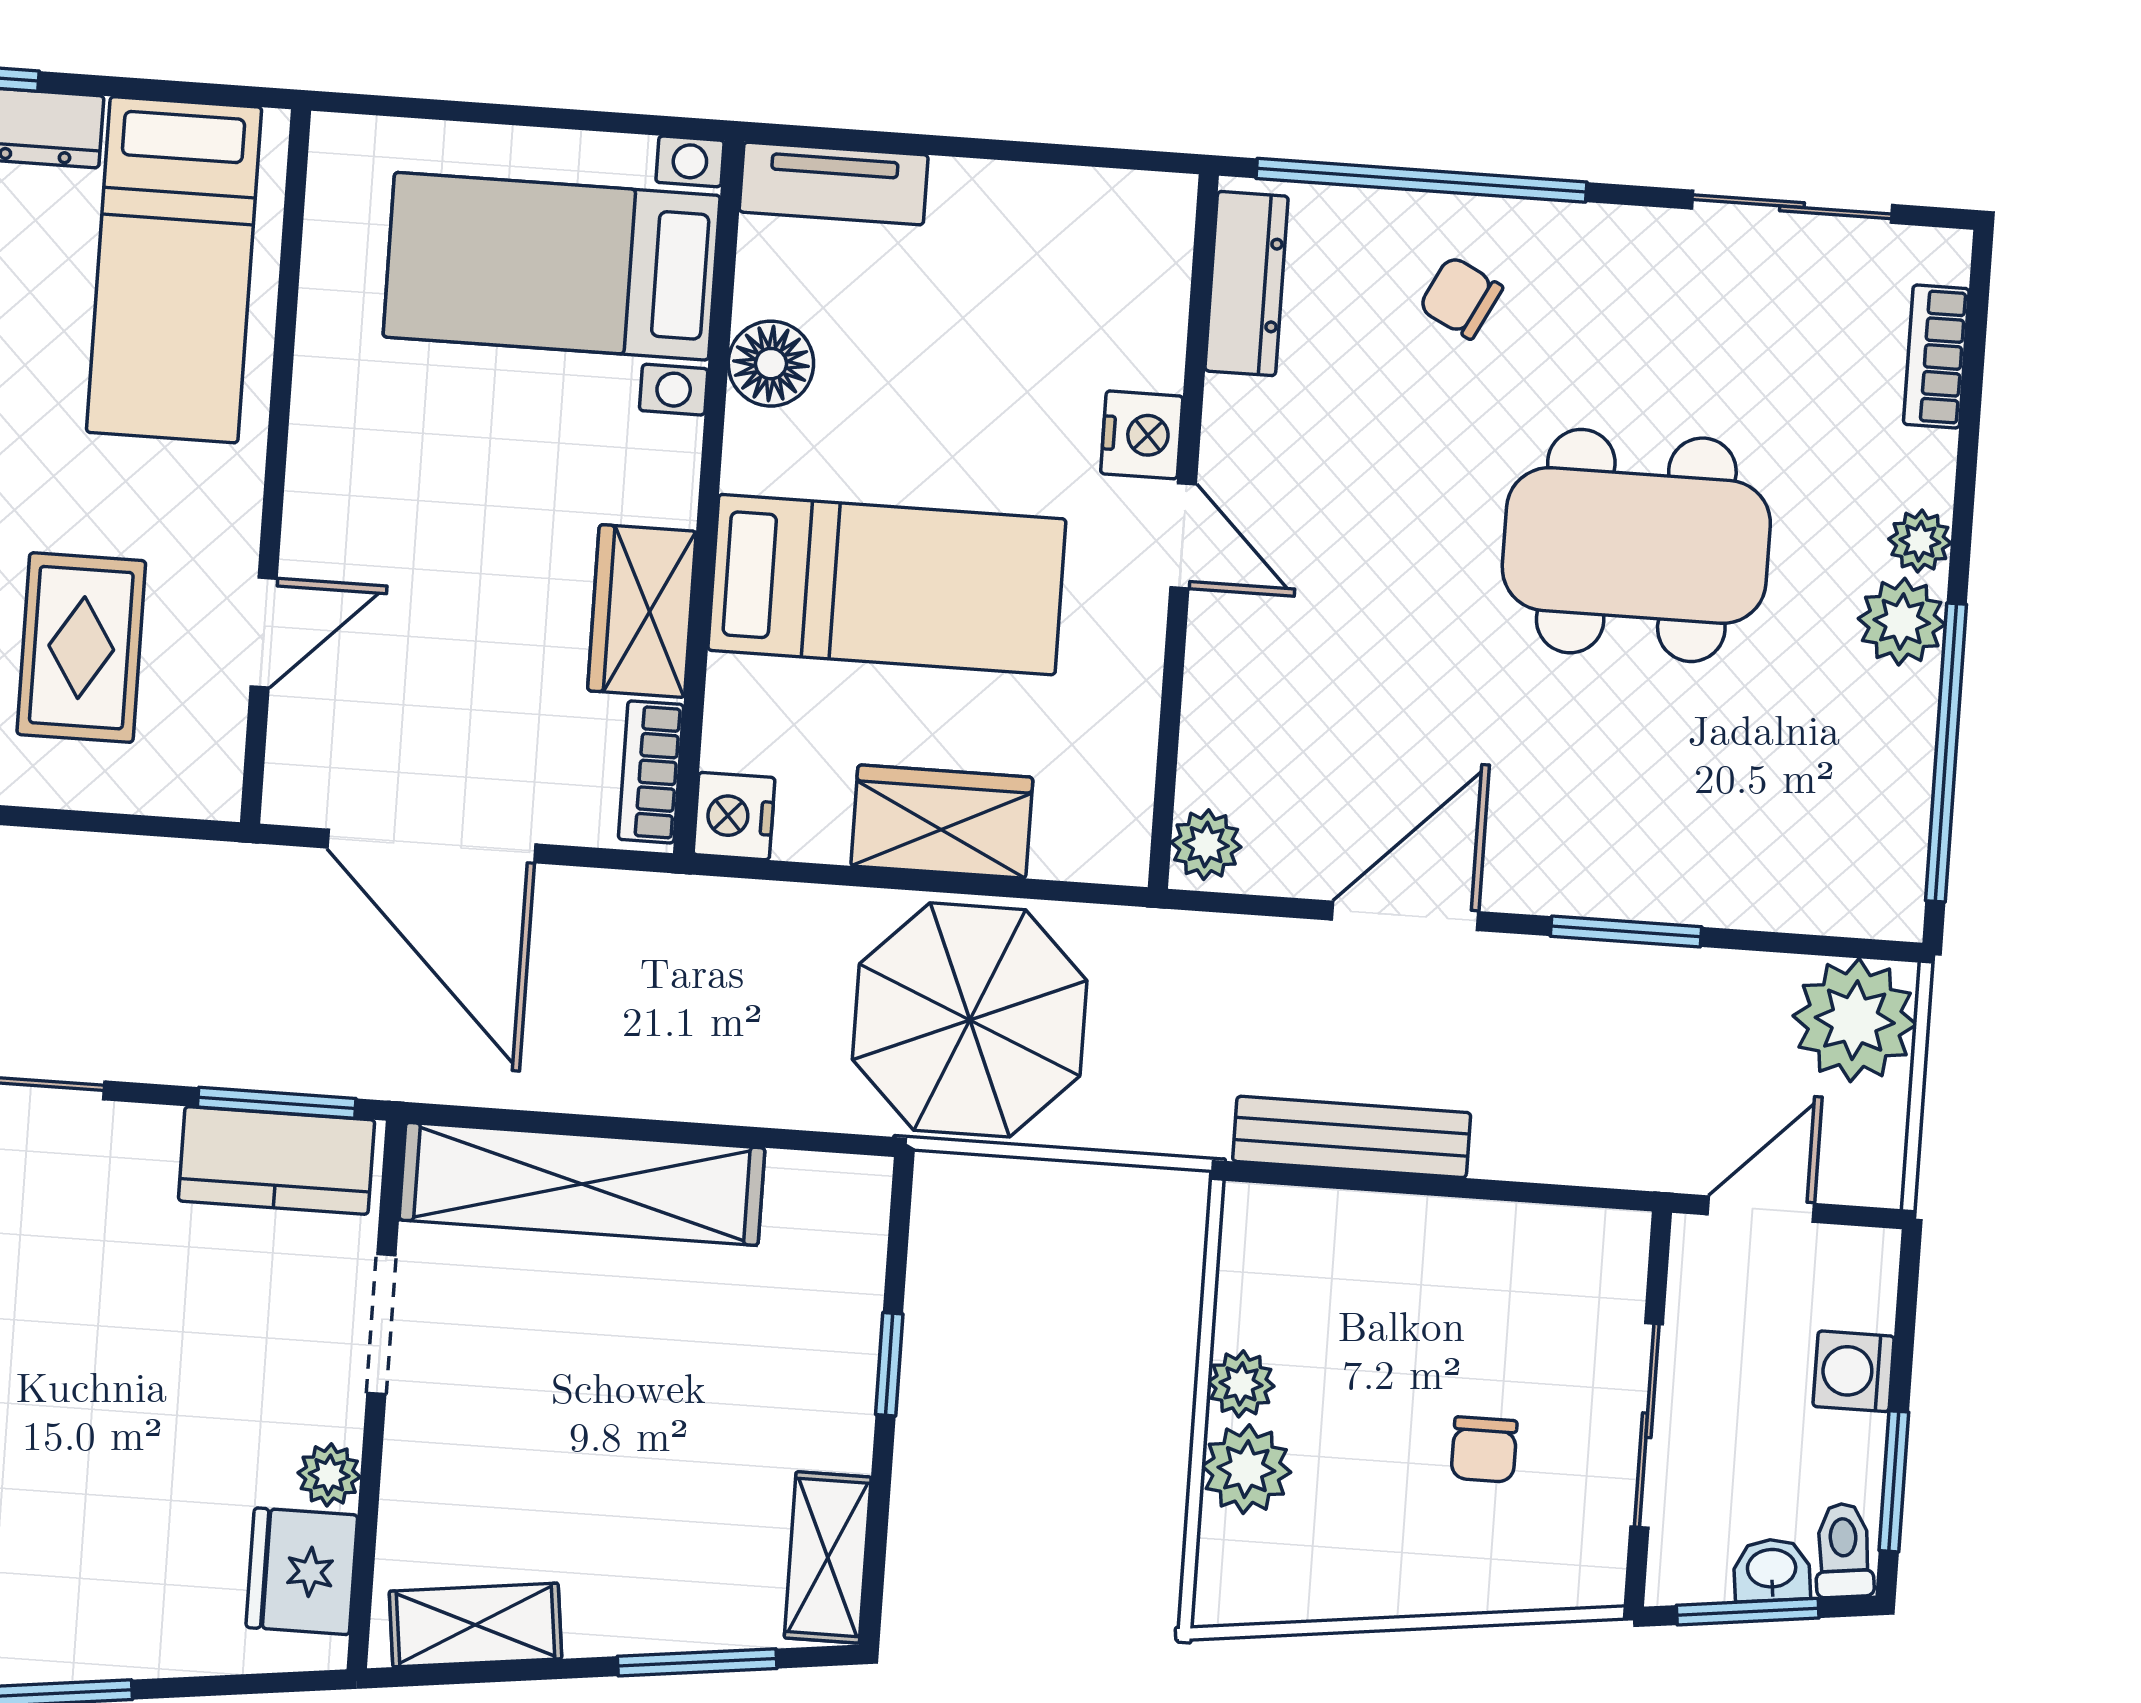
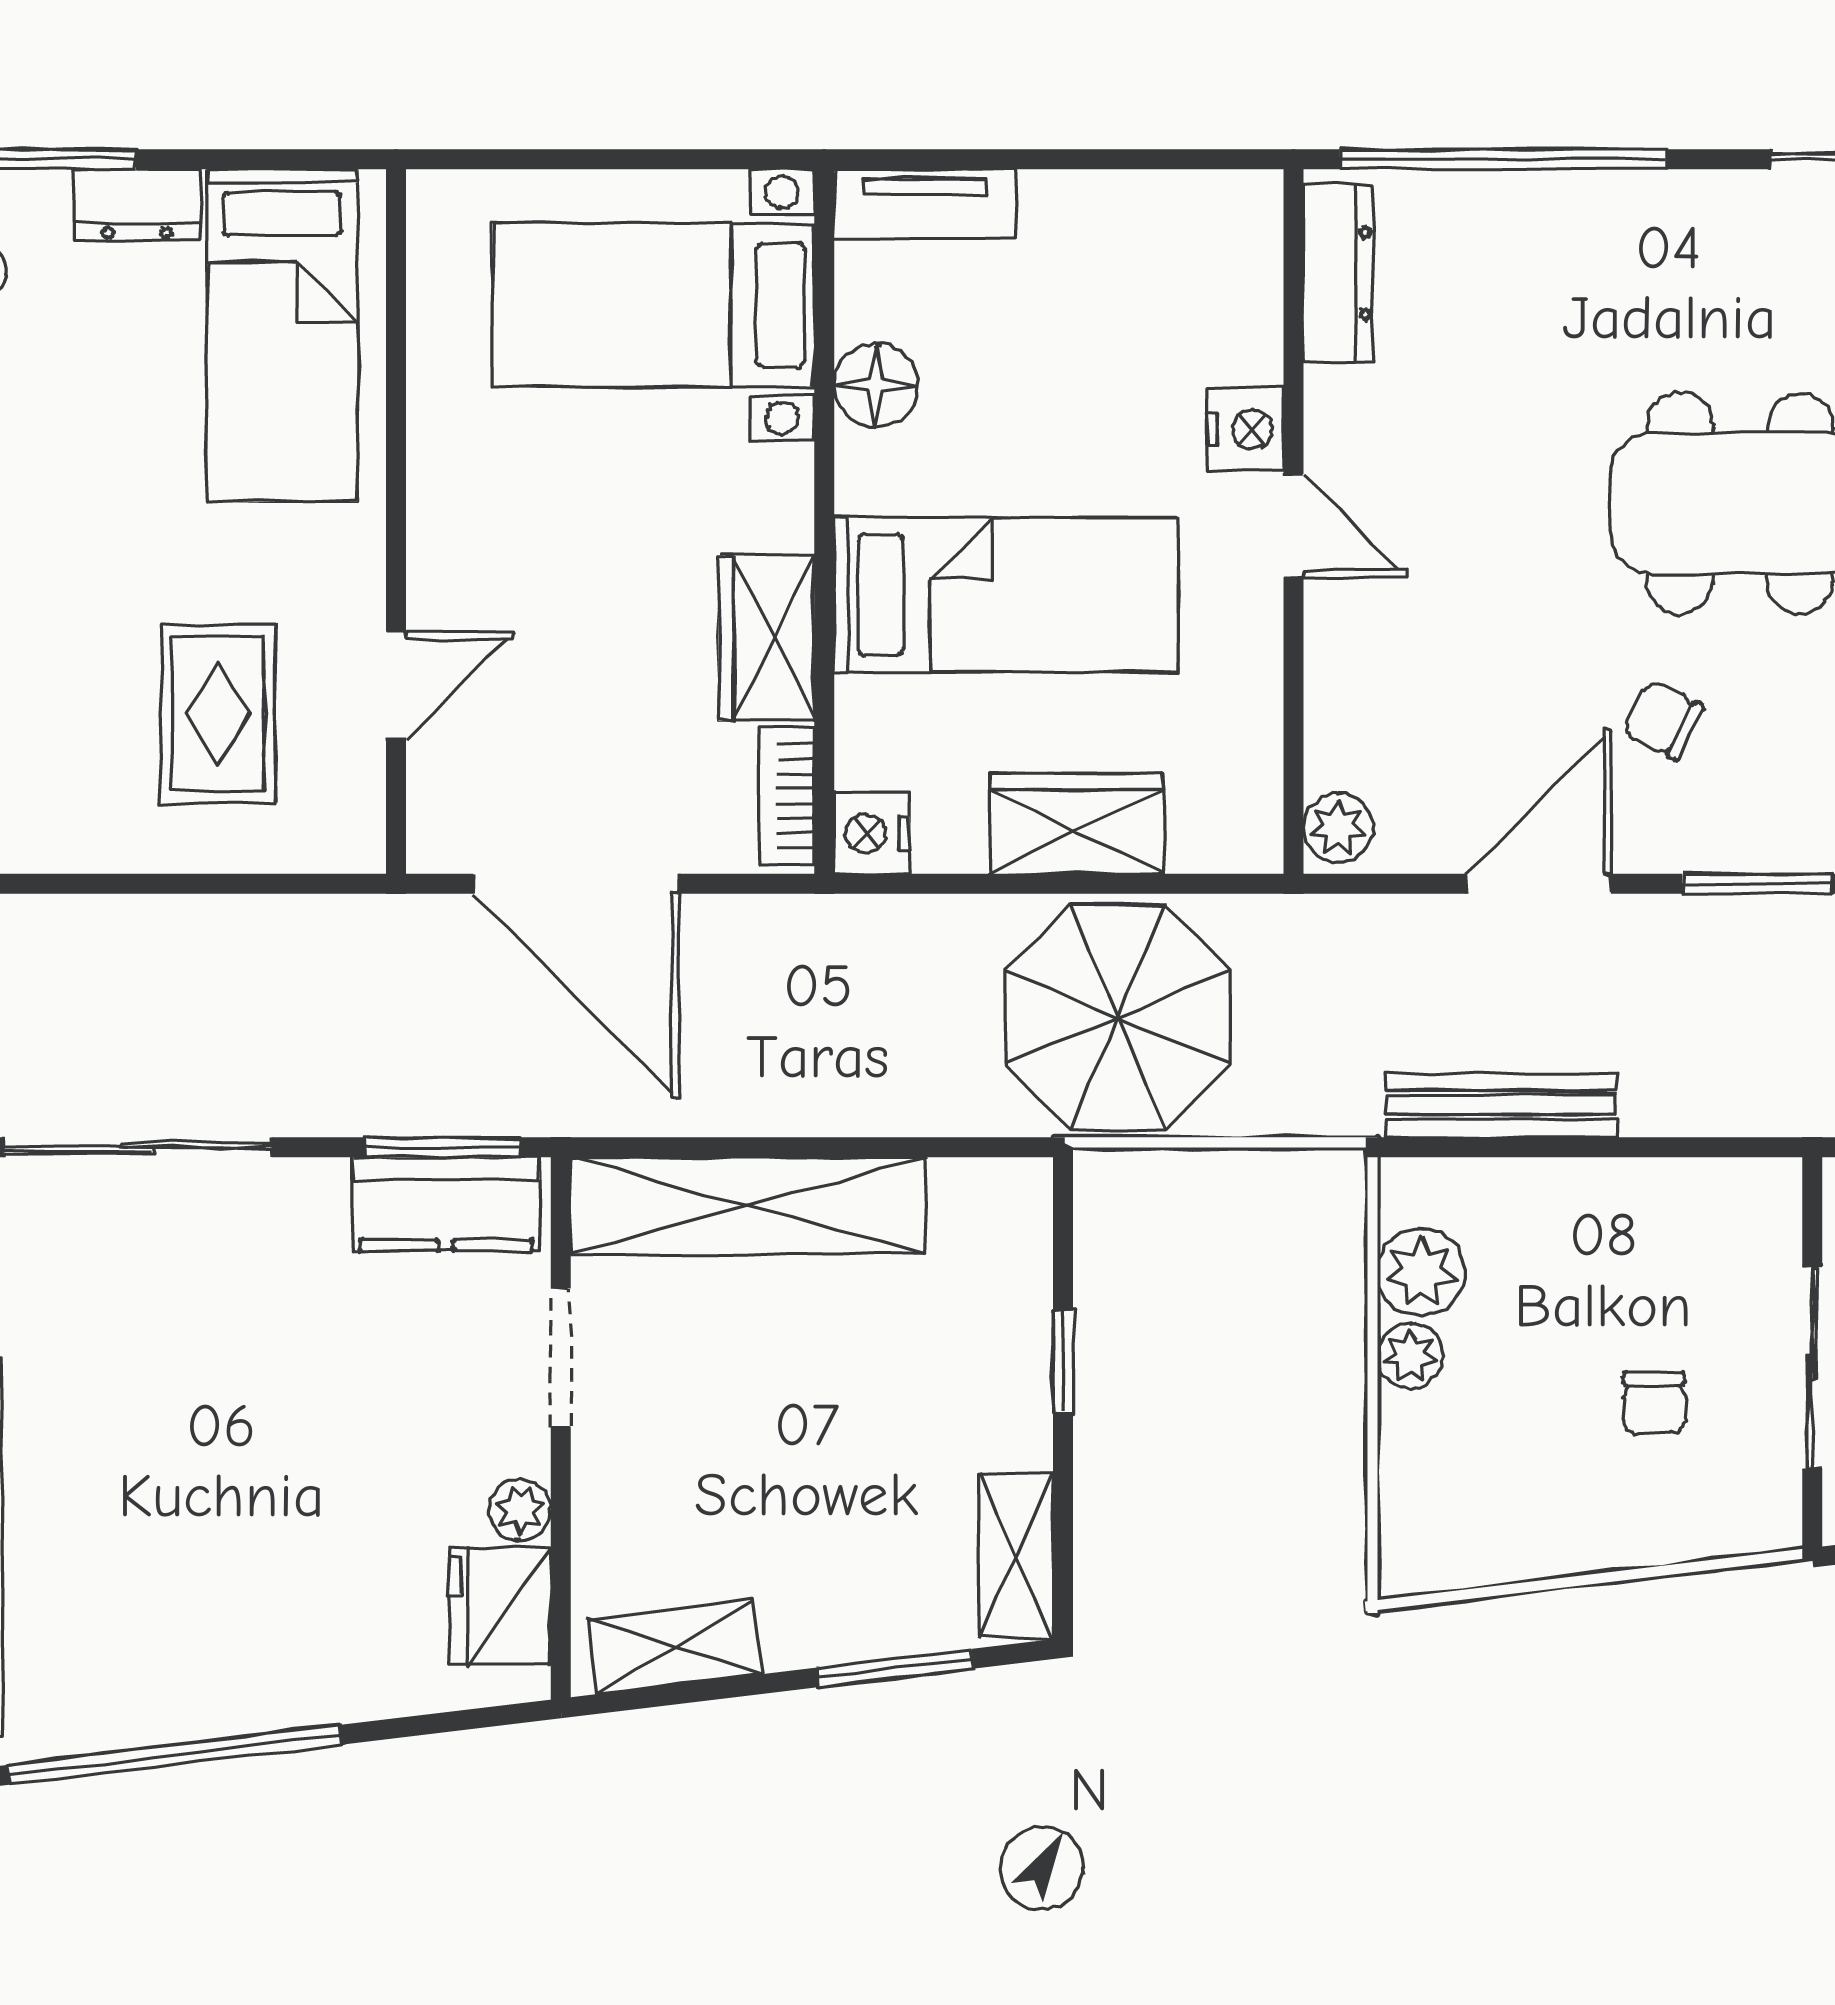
chair: (1461, 298) -> (1664, 720), moved
plant: (1246, 1469) -> (1421, 1272), moved

